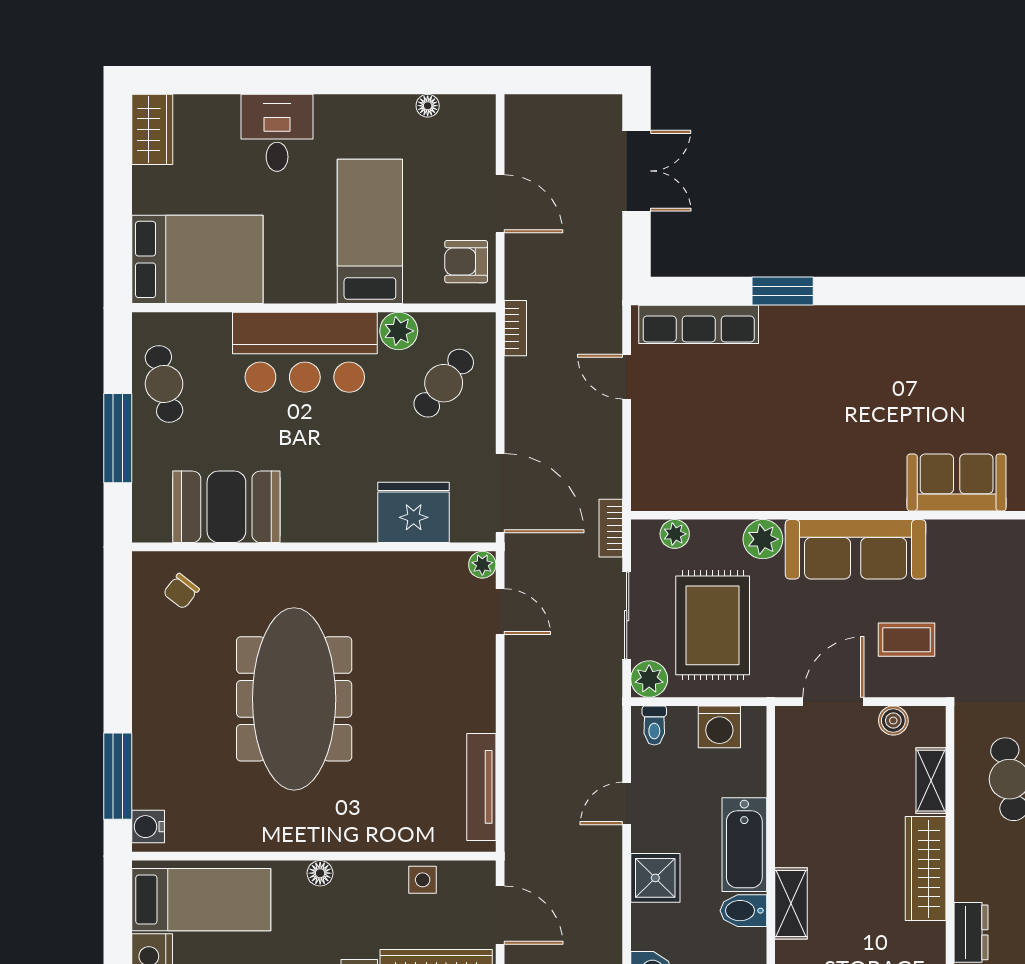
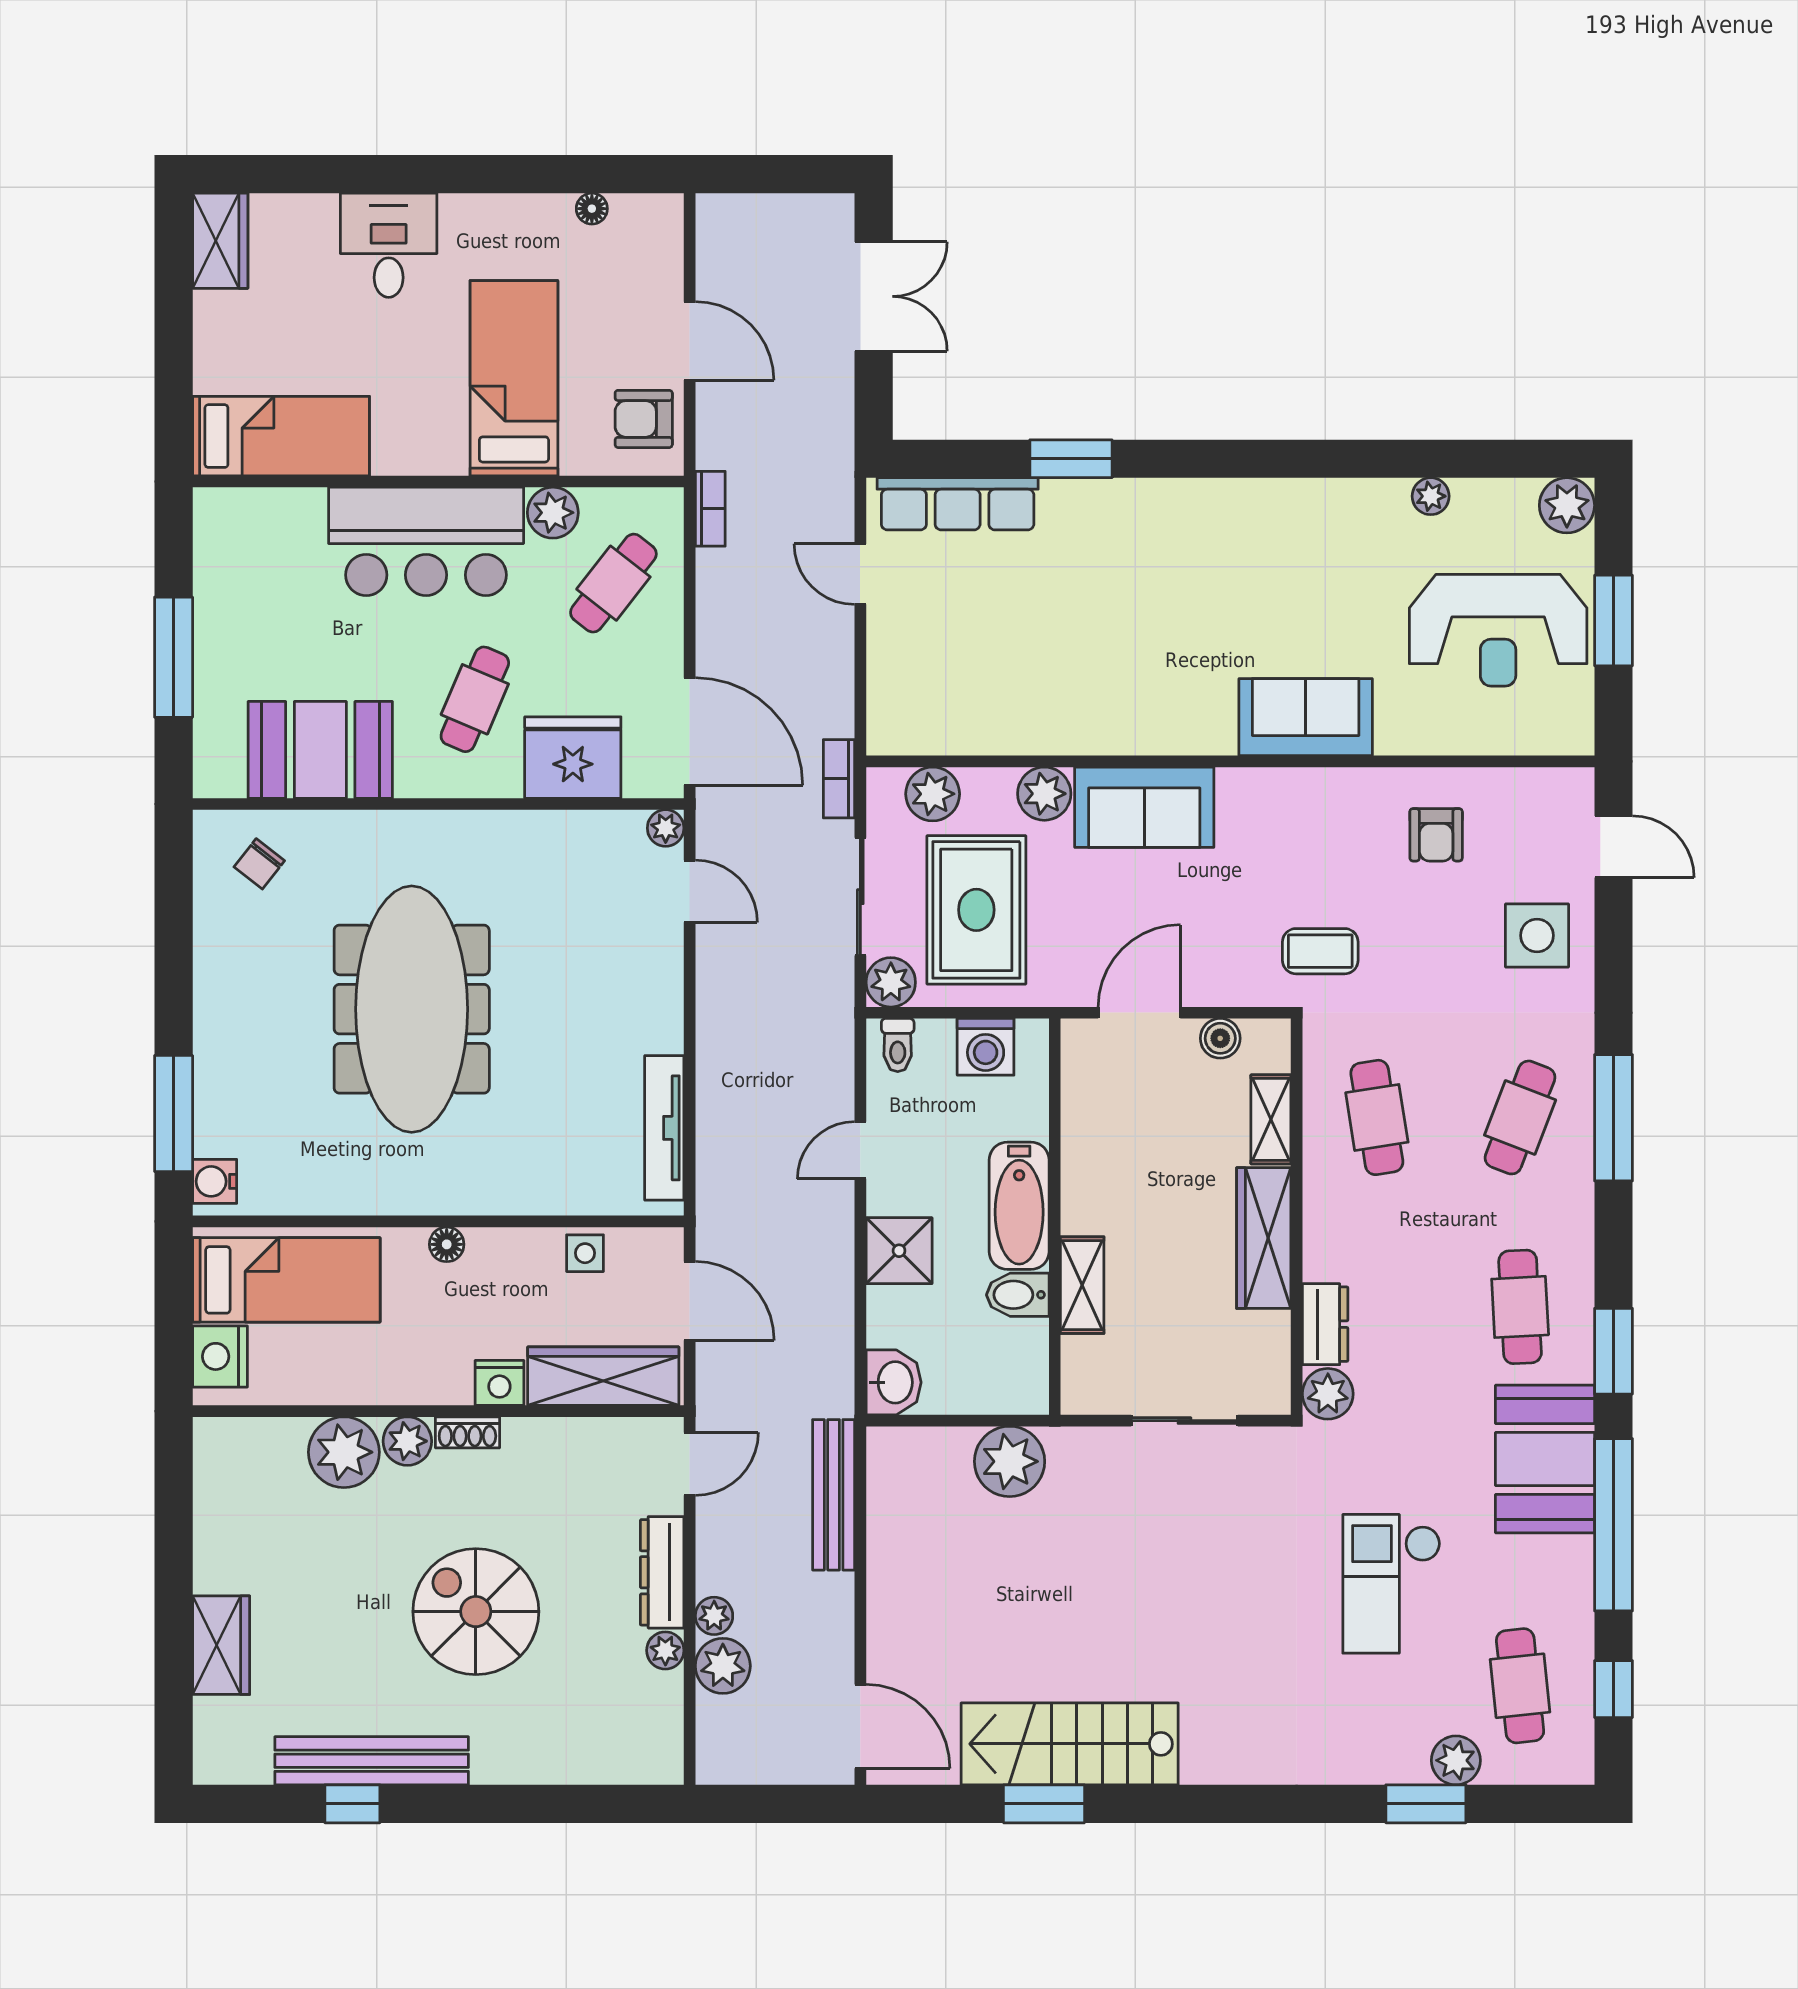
bed: (197, 259) -> (281, 436), width x0.67
cafe table: (164, 384) -> (475, 699), moved, turned 35
plant: (675, 534) -> (933, 794), width x1.38, depth x1.38
sofa: (856, 549) -> (1144, 807), width x0.73
coffee table: (907, 640) -> (1320, 951), moved

